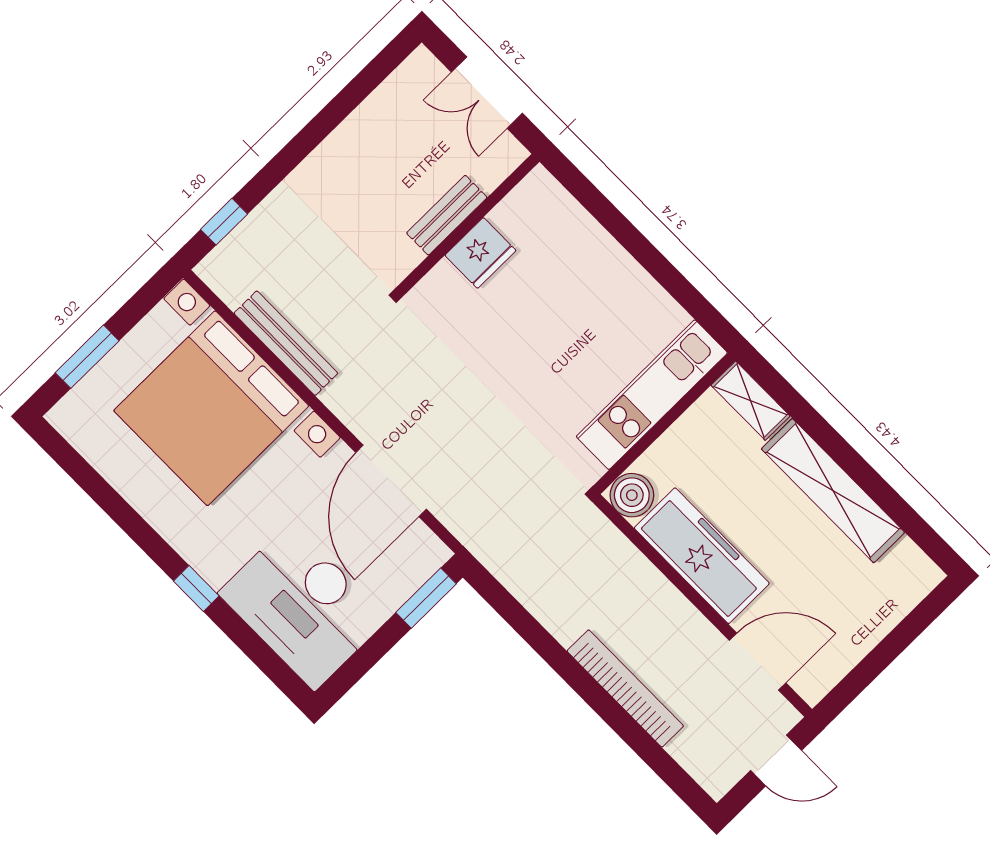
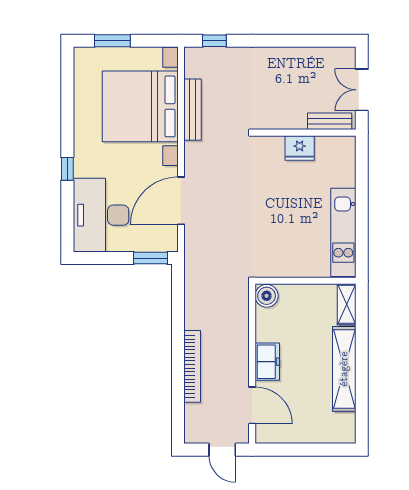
bench: (447, 215) -> (330, 121), moved
kitchen unit: (652, 395) -> (343, 232), moved, turned -90
freezer: (702, 556) -> (267, 362), width x0.52, depth x0.79

